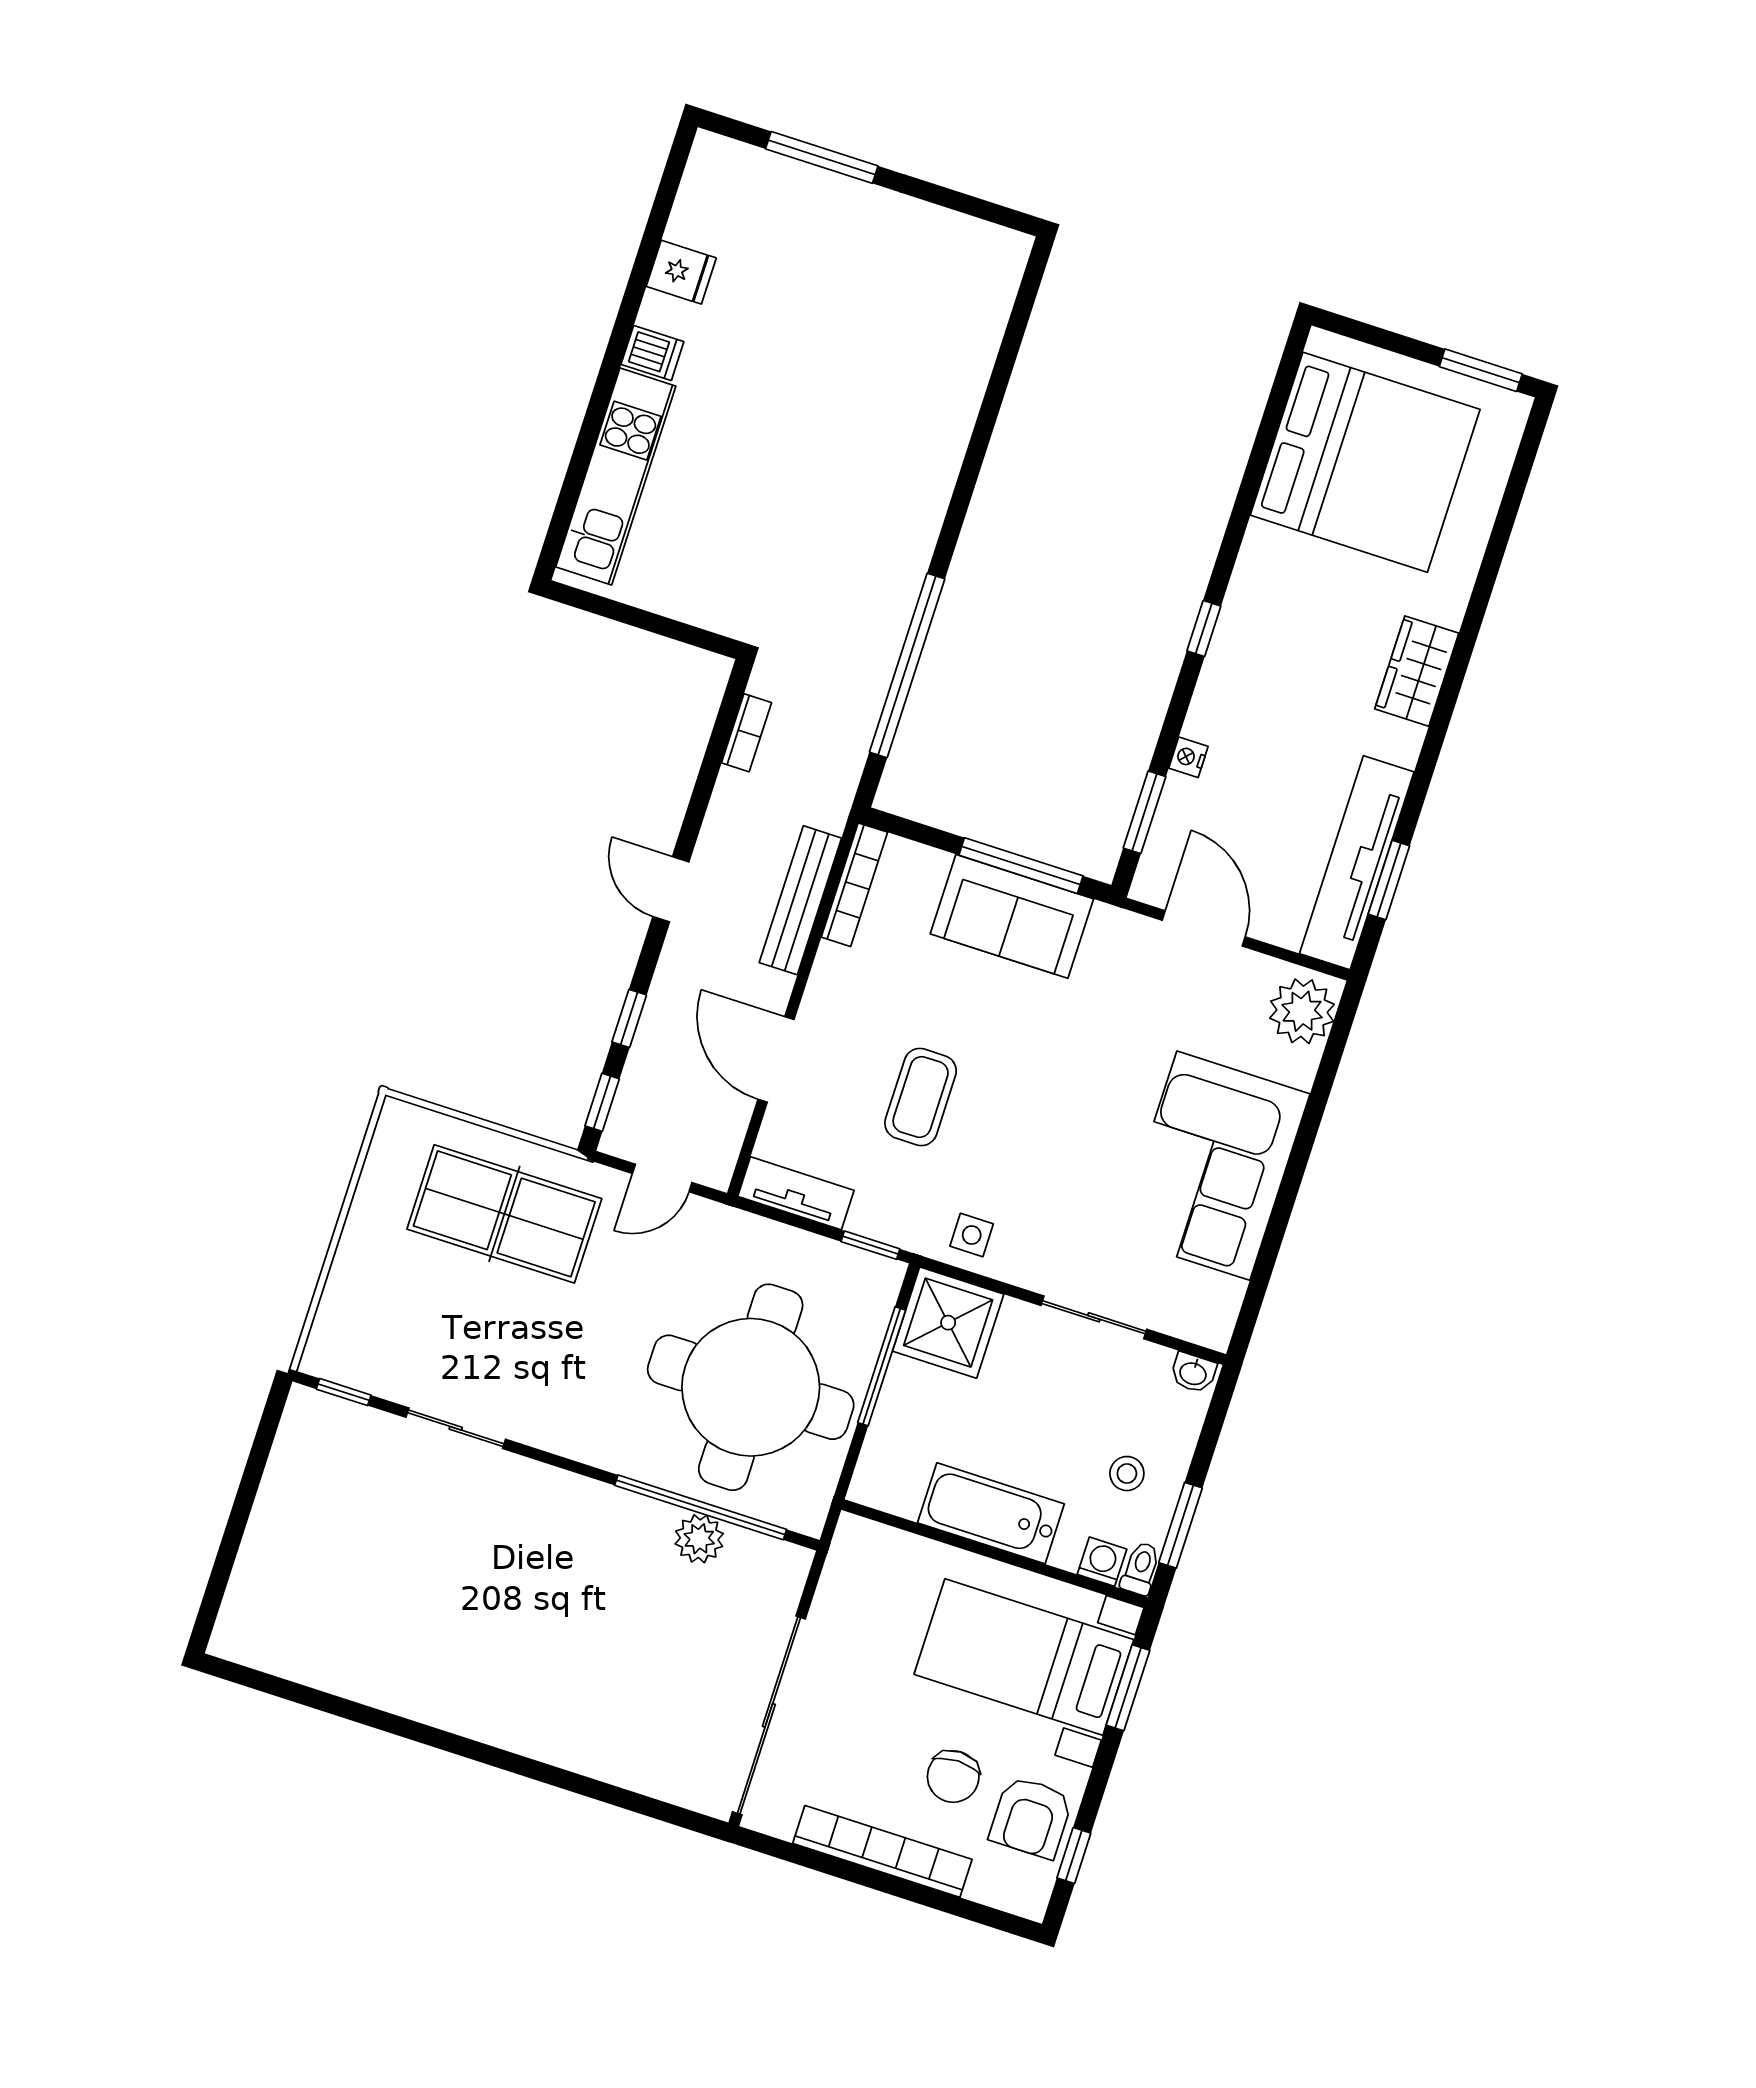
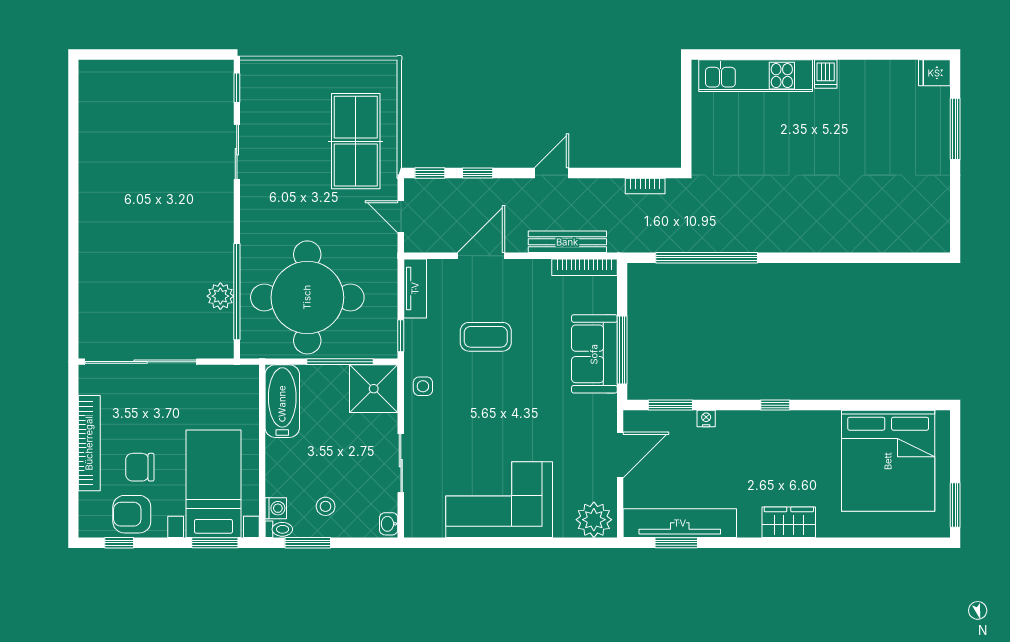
fridge: (681, 272) -> (934, 73), moved, turned 90
bathtub: (991, 1513) -> (282, 401), moved

